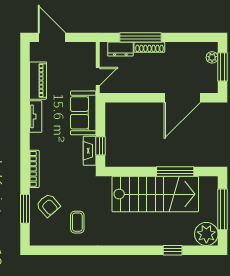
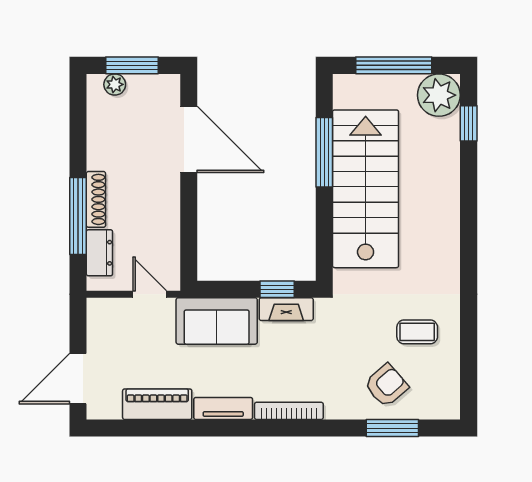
bookcase: (34, 169) -> (289, 411), moved
window: (173, 250) -> (469, 123), moved

